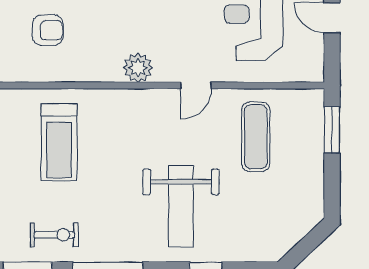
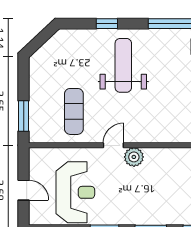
plant: (138, 68) -> (134, 157), moved

